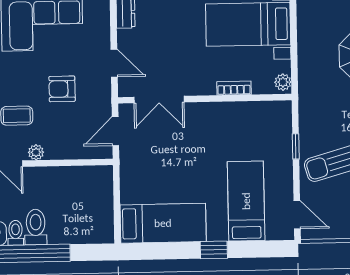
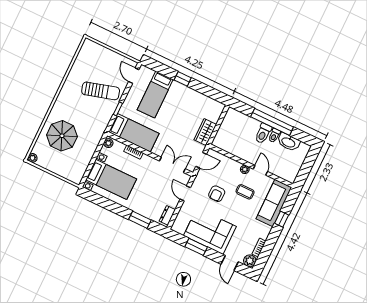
armchair: (62, 89) -> (217, 194), turned 90
wardrobe: (132, 181) -> (205, 132), added
bed: (163, 223) -> (134, 133), moved, turned 180

